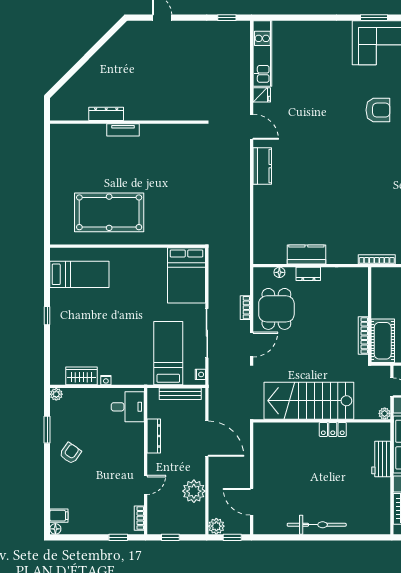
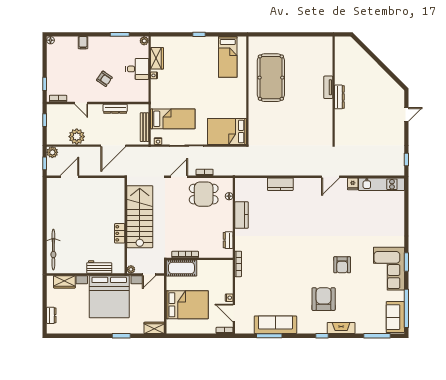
dresser: (106, 114) -> (339, 97), moved
kitchen counter: (262, 166) -> (280, 184), moved
dresser: (308, 274) -> (228, 240), moved
door: (252, 344) -> (179, 177), swing flipped
desk: (128, 407) -> (137, 69), moved, turned -90
armchair: (70, 453) -> (104, 79), moved
filing cabinet: (59, 516) -> (83, 43), moved
bicycle: (317, 525) -> (53, 250), moved

